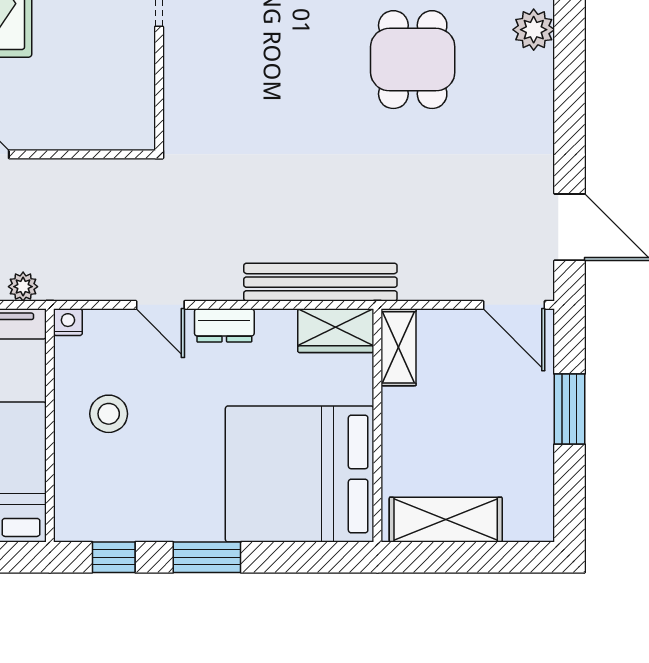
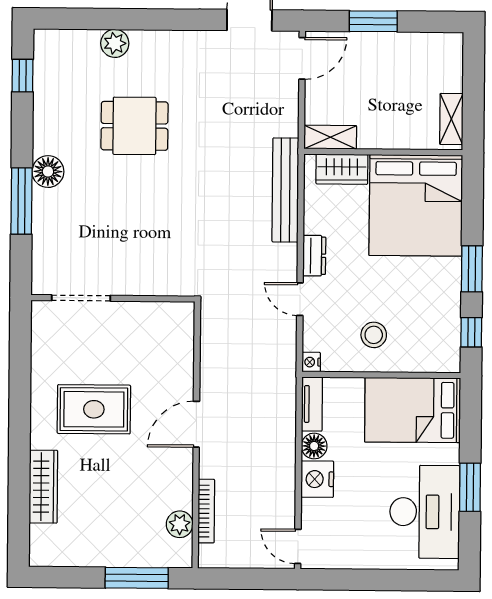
plant: (23, 287) -> (287, 392), removed
door: (160, 305) -> (300, 299), swing flipped
wardrobe: (336, 331) -> (342, 169), moved, turned 90
shelving: (446, 520) -> (451, 119), width x0.67, depth x0.75

